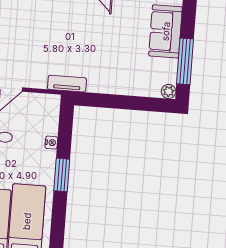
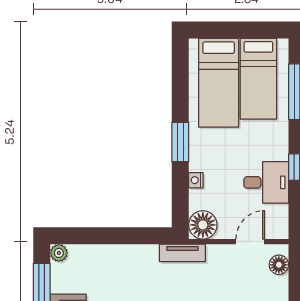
floor lamp: (48, 105) -> (203, 225), added

